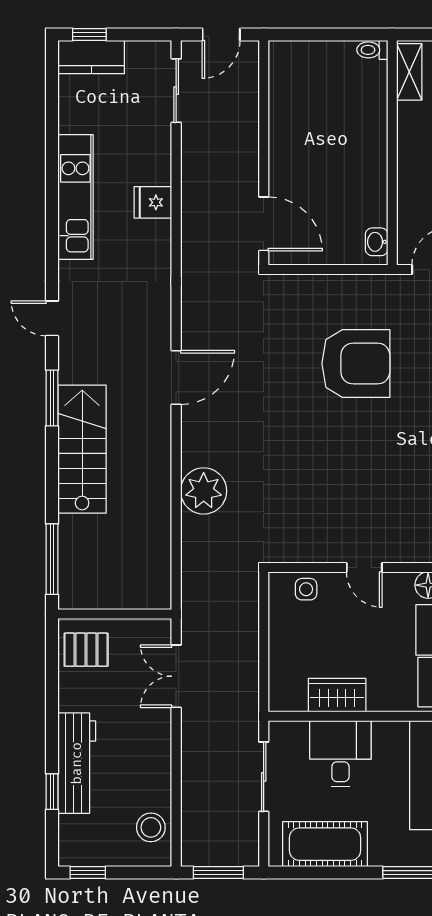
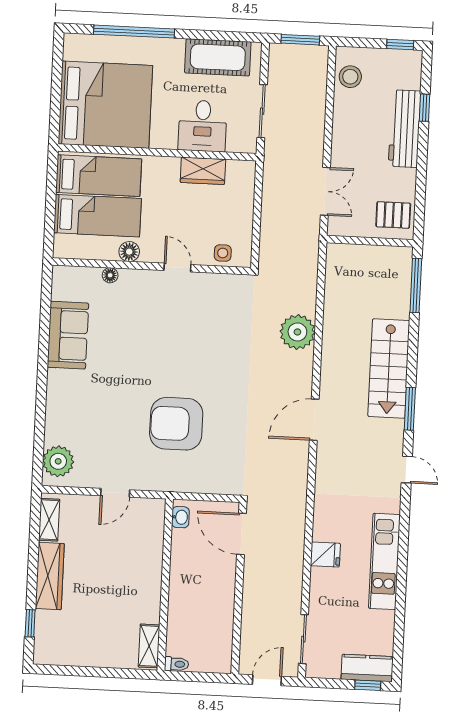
toilet: (372, 50) -> (176, 664), moved
shelving: (409, 72) -> (149, 646), moved
wall: (392, 153) -> (165, 585), moved
washbasin: (377, 242) -> (180, 517), moved

